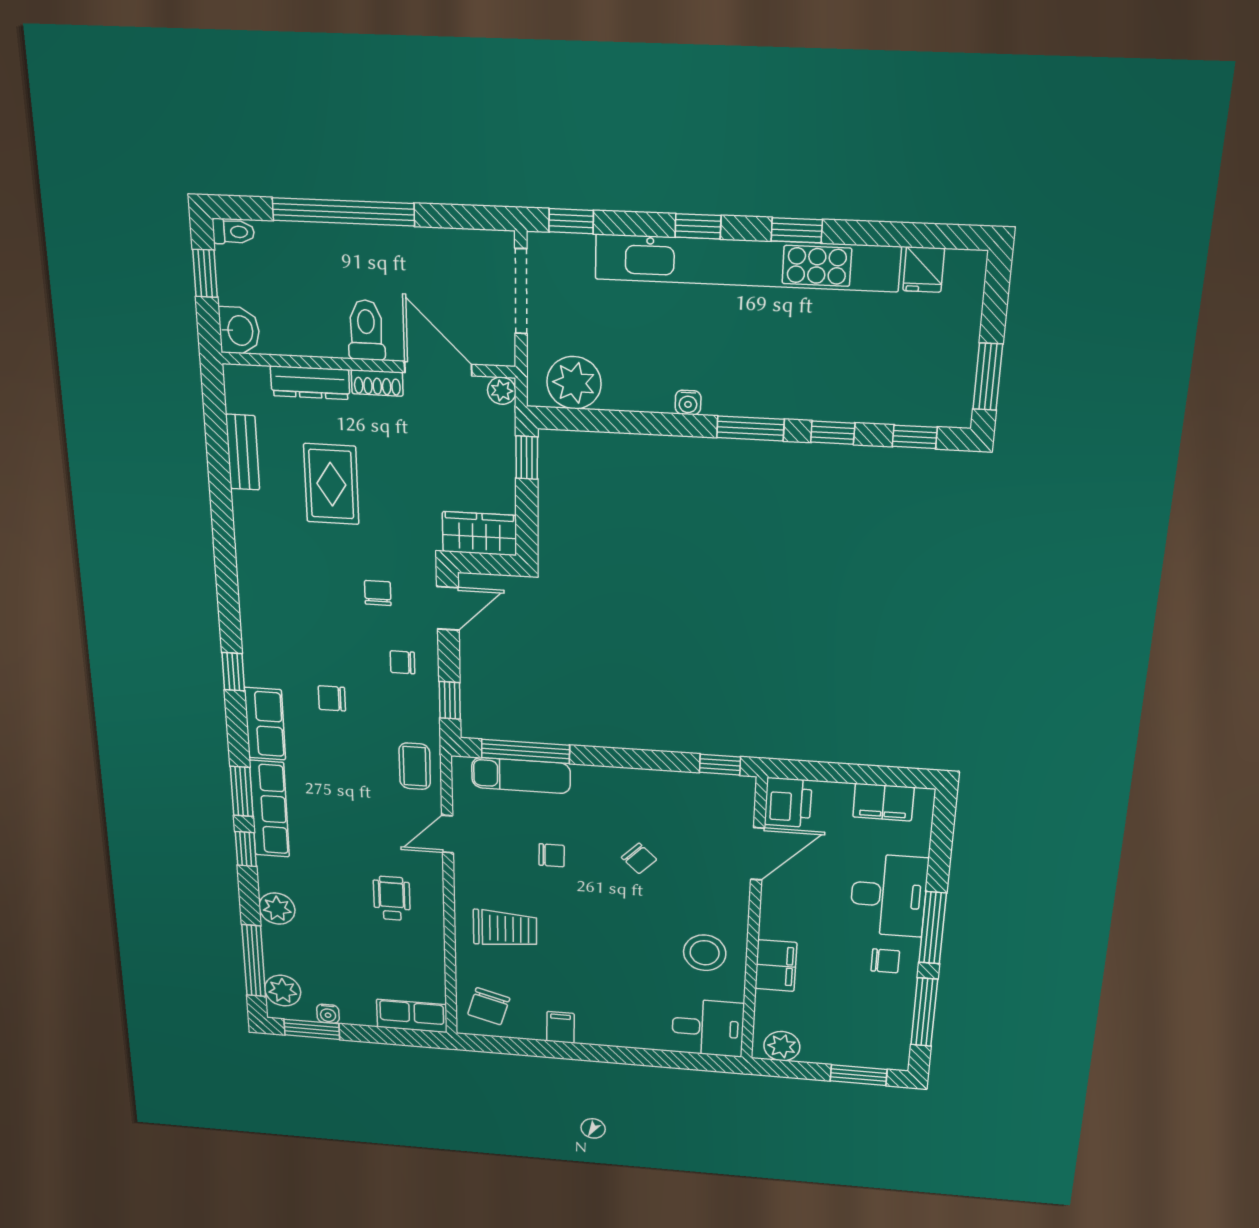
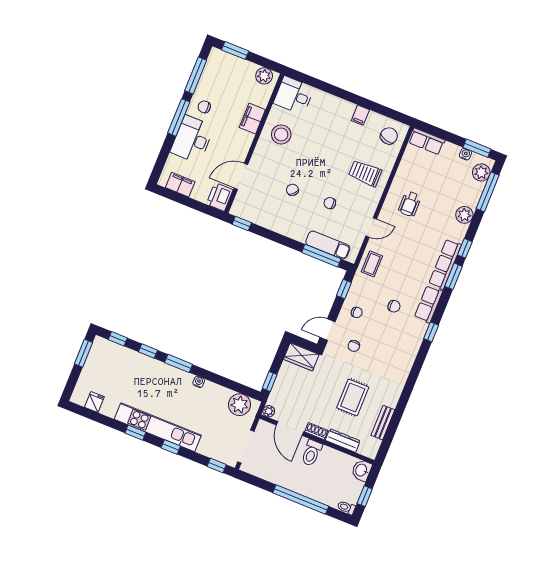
kitchen unit: (747, 263) -> (158, 427), width x0.73

